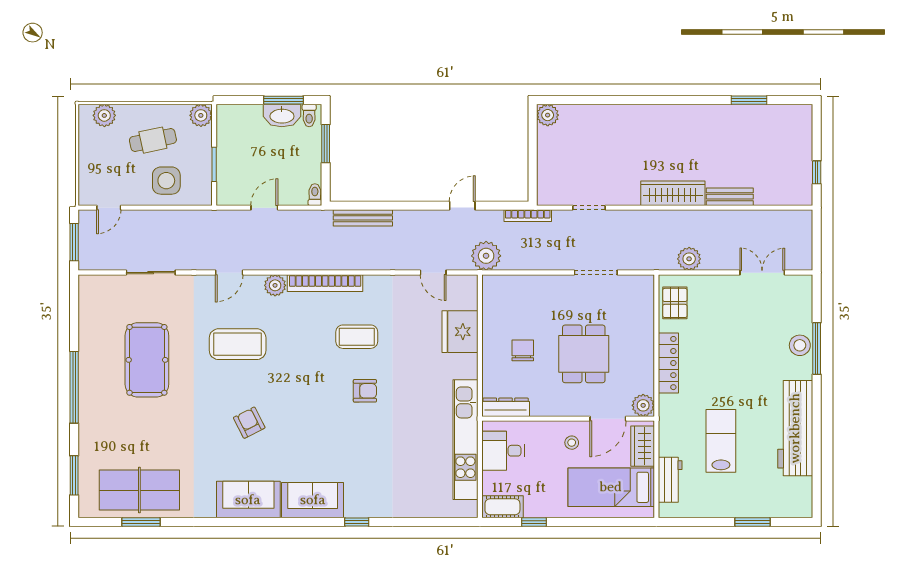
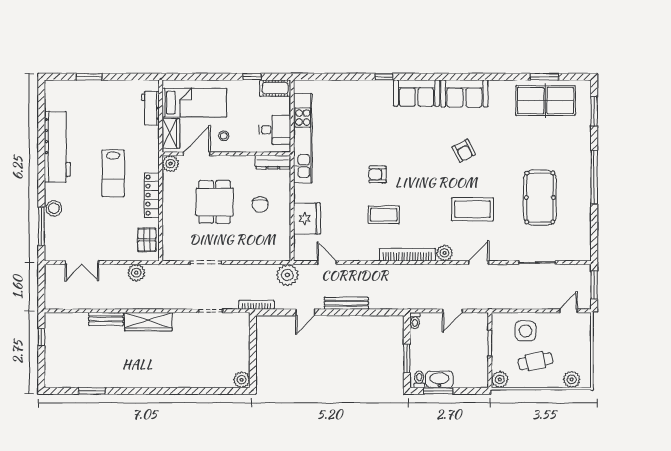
bench: (363, 218) -> (346, 303), moved
window: (817, 349) -> (41, 226), moved
lab bench: (721, 441) -> (113, 173), moved

